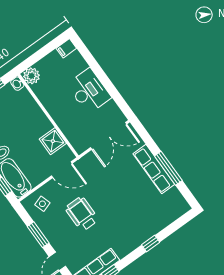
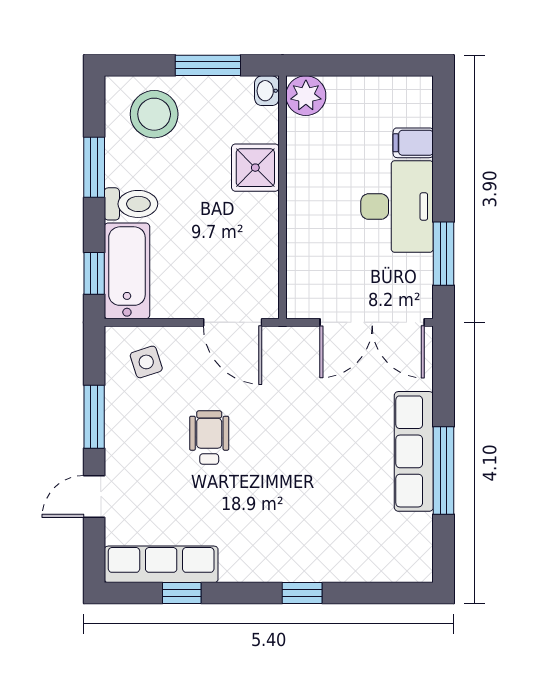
filing cabinet: (66, 48) -> (413, 143), moved
window: (116, 96) -> (443, 254), added
shower: (53, 141) -> (255, 168), moved
wheelchair: (82, 214) -> (209, 438), width x0.73, depth x0.73

